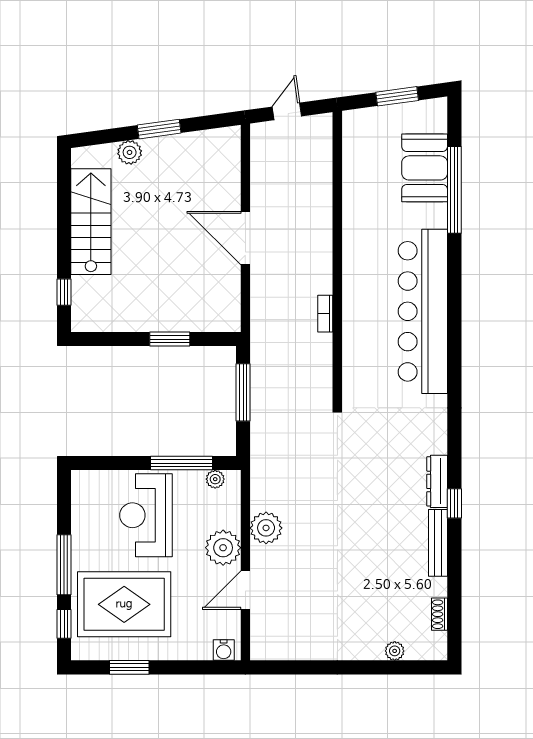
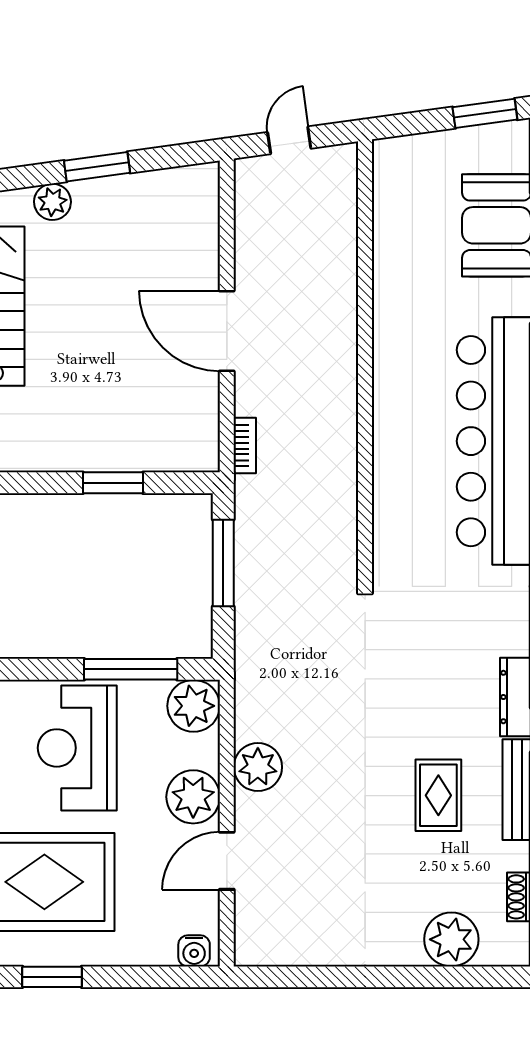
window: (397, 96) -> (485, 113), moved
bookcase: (325, 314) -> (245, 446), moved, turned 180
plant: (215, 479) -> (194, 706), width x1.87, depth x1.87
rug: (386, 547) -> (438, 795), added
plant: (395, 651) -> (451, 939), width x1.88, depth x1.88

